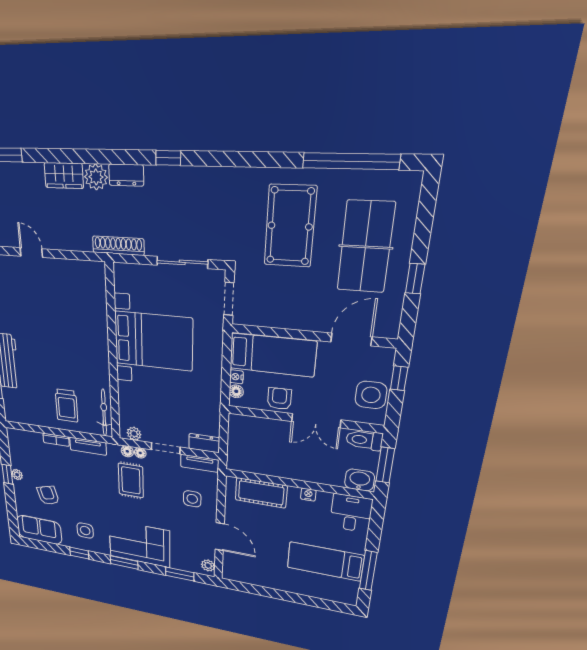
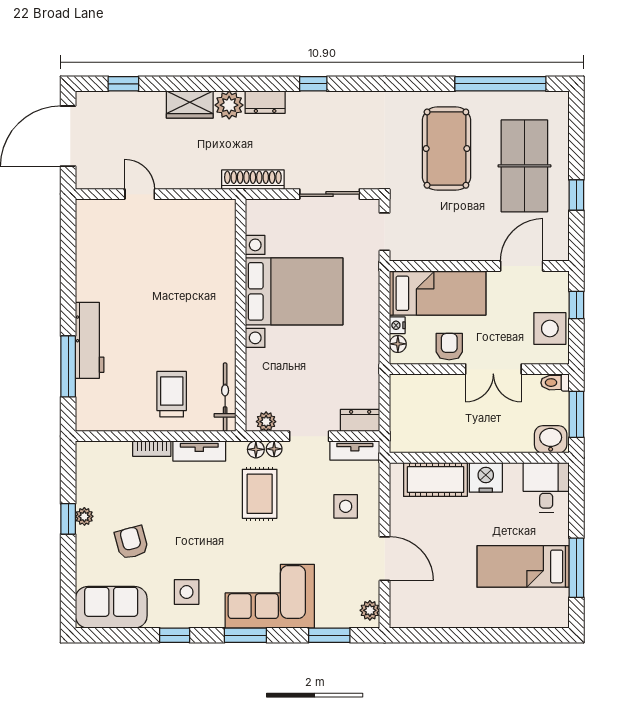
trolley: (67, 406) -> (172, 394), turned 180
toilet: (364, 440) -> (555, 383), width x0.73, depth x0.72
nightstand: (308, 495) -> (486, 477), width x1.89, depth x1.79

